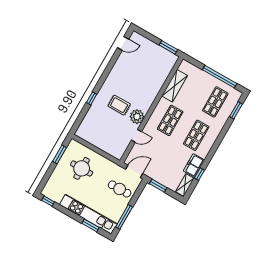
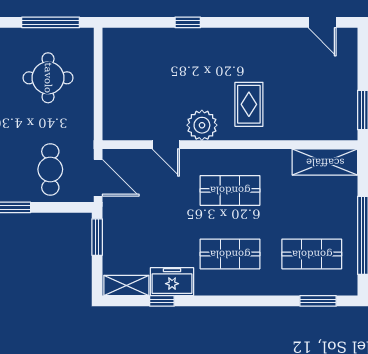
shelving: (175, 86) -> (325, 162), moved
rug: (119, 105) -> (249, 104), moved
window: (59, 154) -> (51, 22), width x1.44

